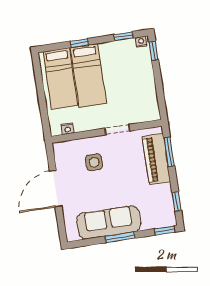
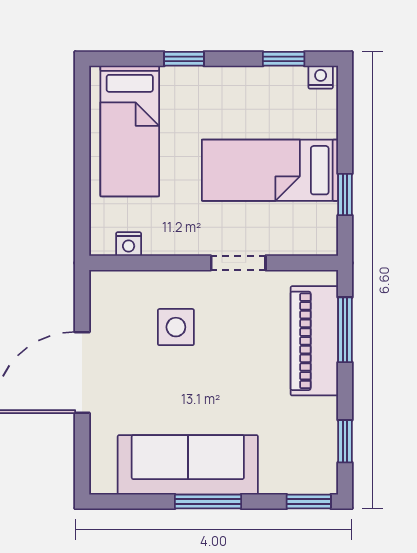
window: (154, 51) -> (345, 194), moved
bed: (88, 76) -> (270, 170), moved, turned 90

